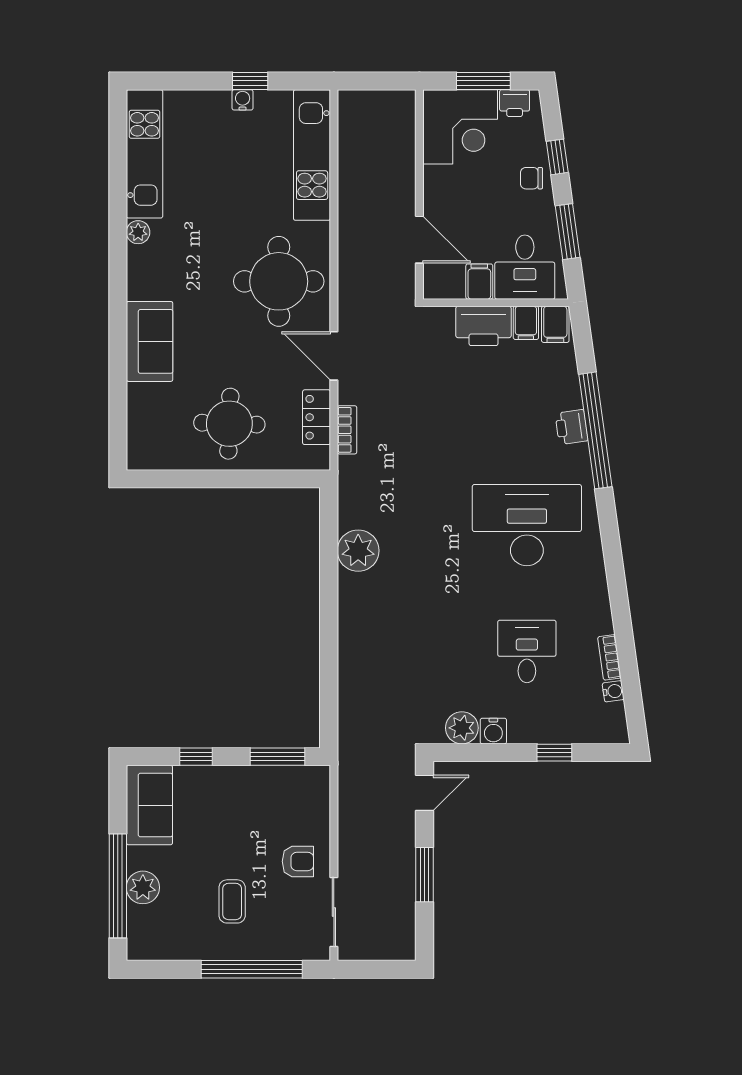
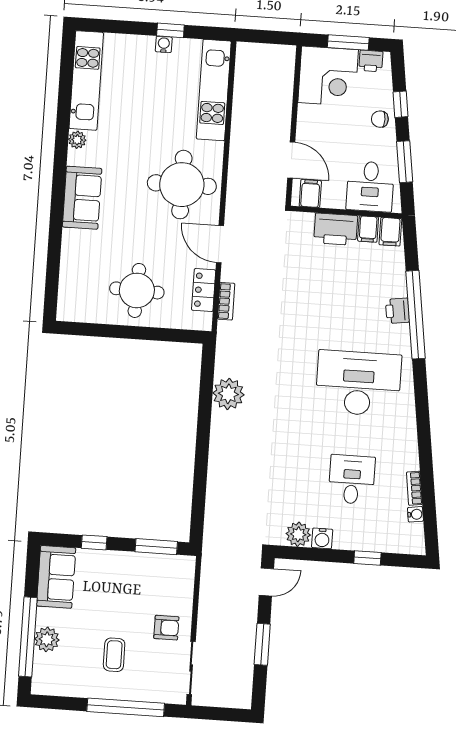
filing cabinet: (479, 282) -> (310, 193), moved
sofa: (150, 341) -> (82, 198), moved

